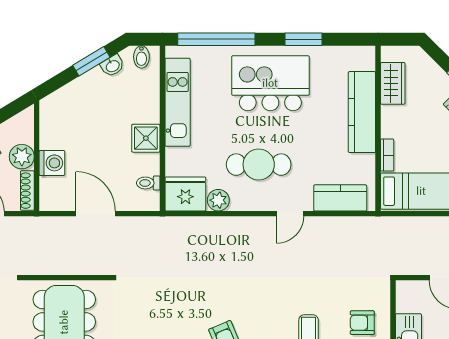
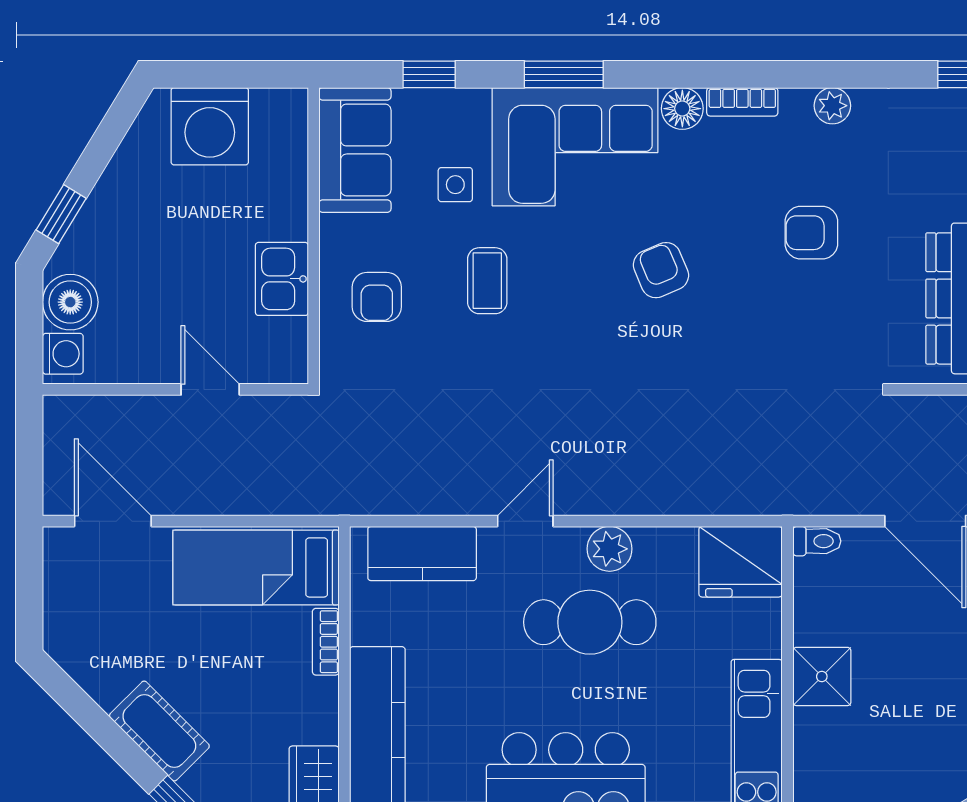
toilet: (148, 183) -> (817, 541), moved
plant: (218, 200) -> (610, 549), moved
armchair: (362, 323) -> (377, 297), turned 90

